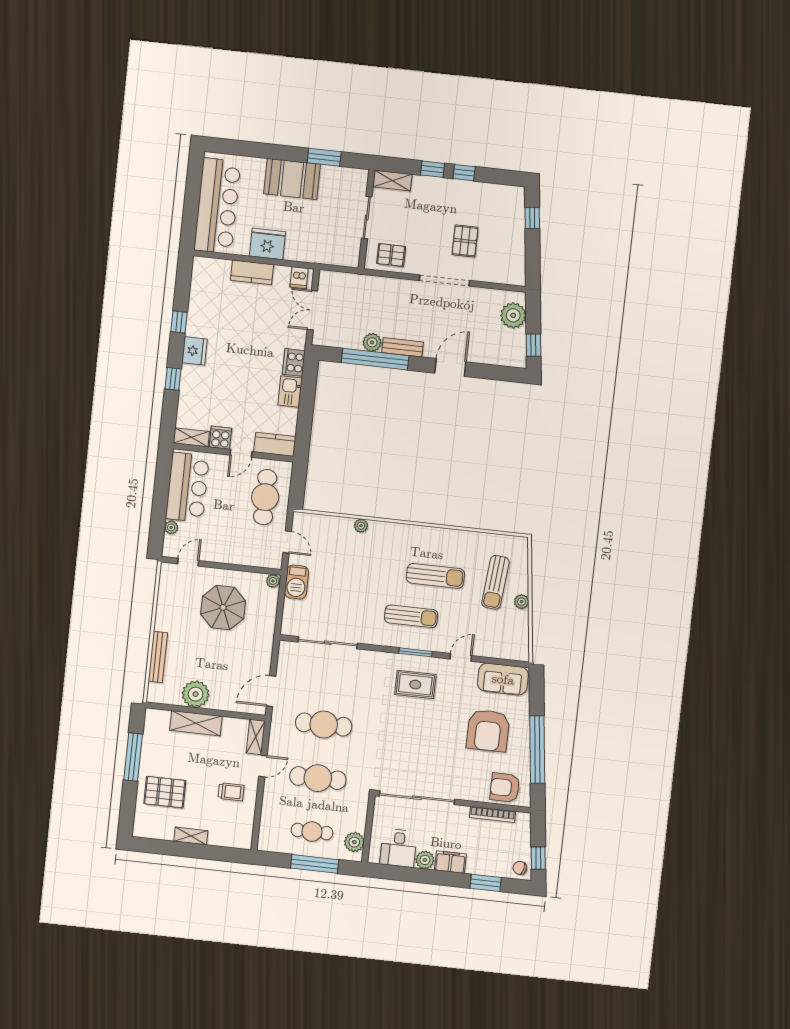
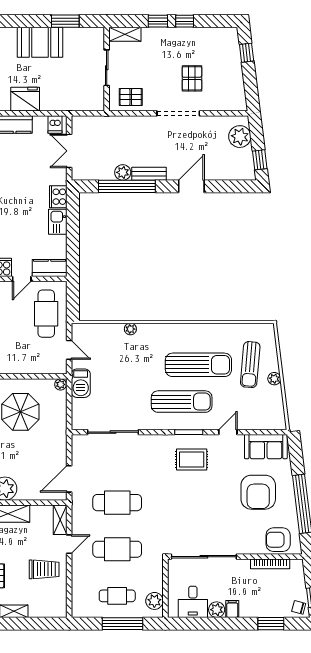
sun lounger: (435, 576) -> (198, 365), width x1.36, depth x1.34
sun lounger: (411, 616) -> (182, 402), width x1.36, depth x1.34
trolley: (231, 792) -> (44, 569), width x1.36, depth x1.39
filing cabinet: (450, 862) -> (232, 609), width x0.50

